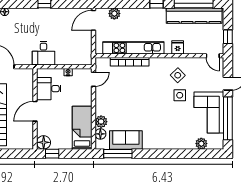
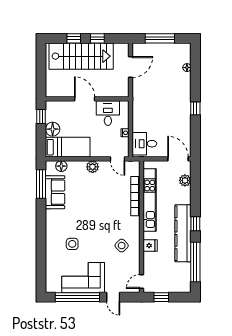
kitchen counter: (194, 16) -> (183, 233), moved
desk: (43, 53) -> (144, 144), moved
side table: (180, 95) -> (72, 244), moved
plant: (101, 122) -> (93, 167), moved
floor lamp: (44, 142) -> (53, 129), moved
plant: (201, 144) -> (51, 270), removed

